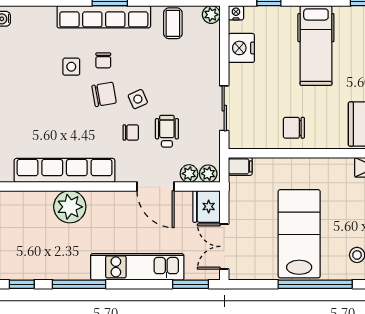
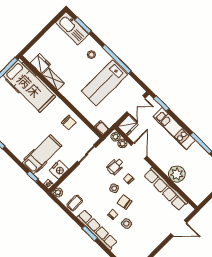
hospital bed: (316, 46) -> (42, 154), moved

